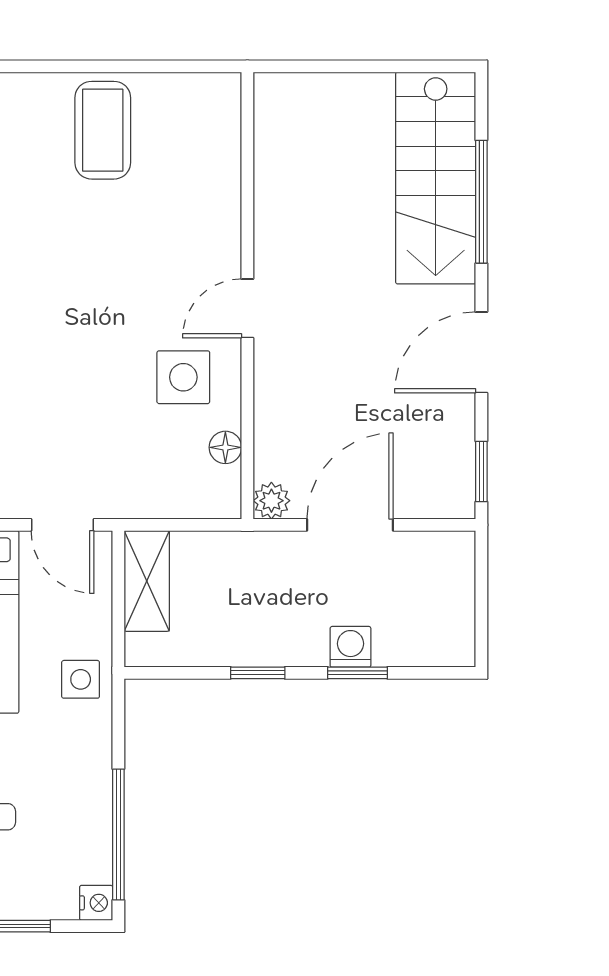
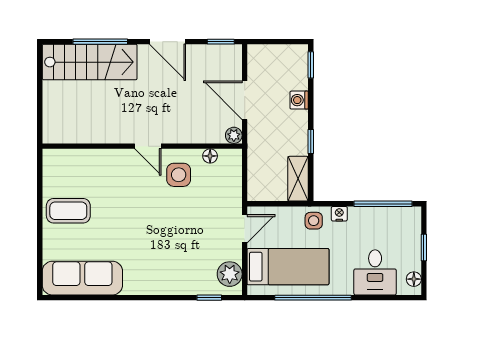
shelving: (147, 581) -> (298, 179), moved, turned 90
window: (358, 673) -> (311, 65), moved
nightstand: (96, 903) -> (339, 214), moved

